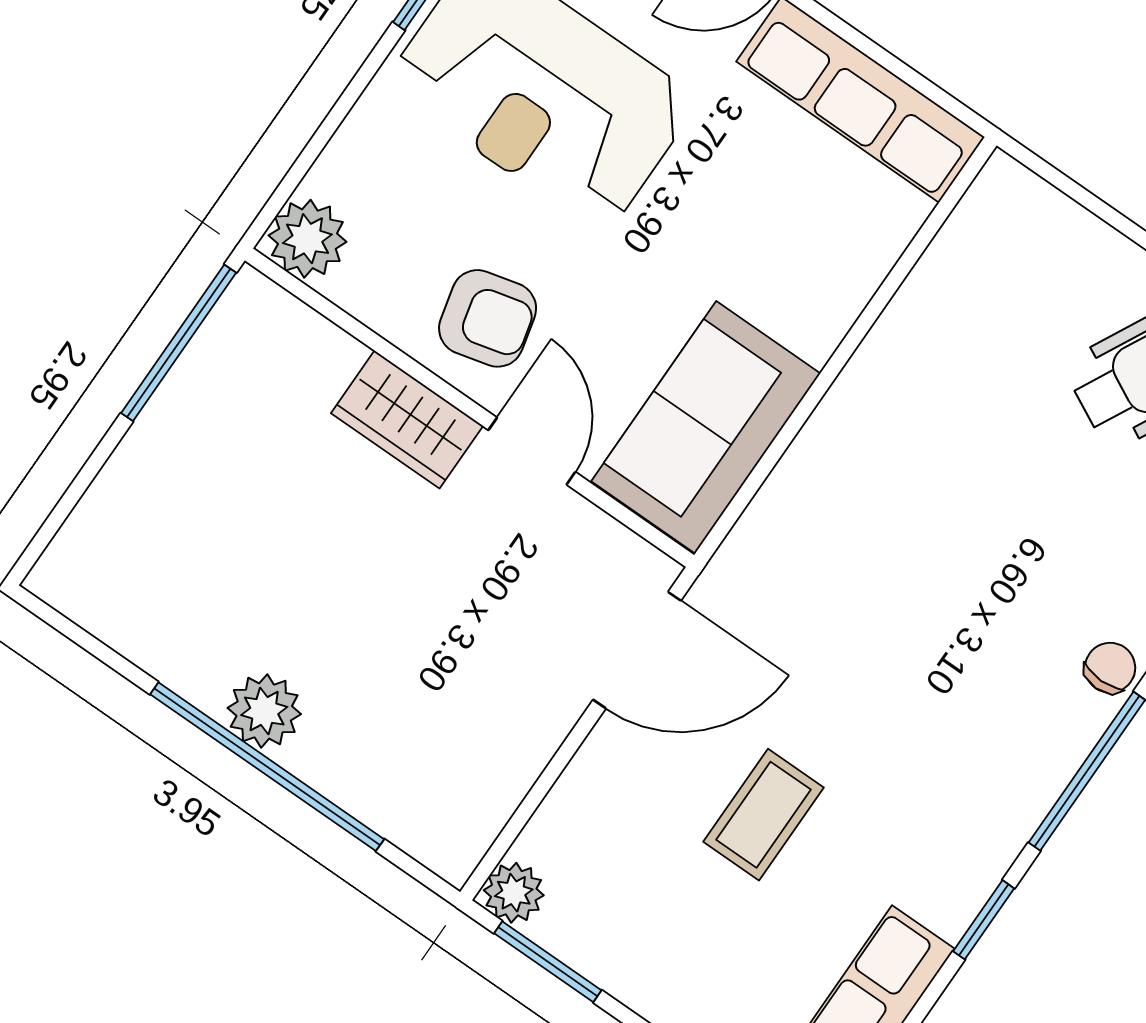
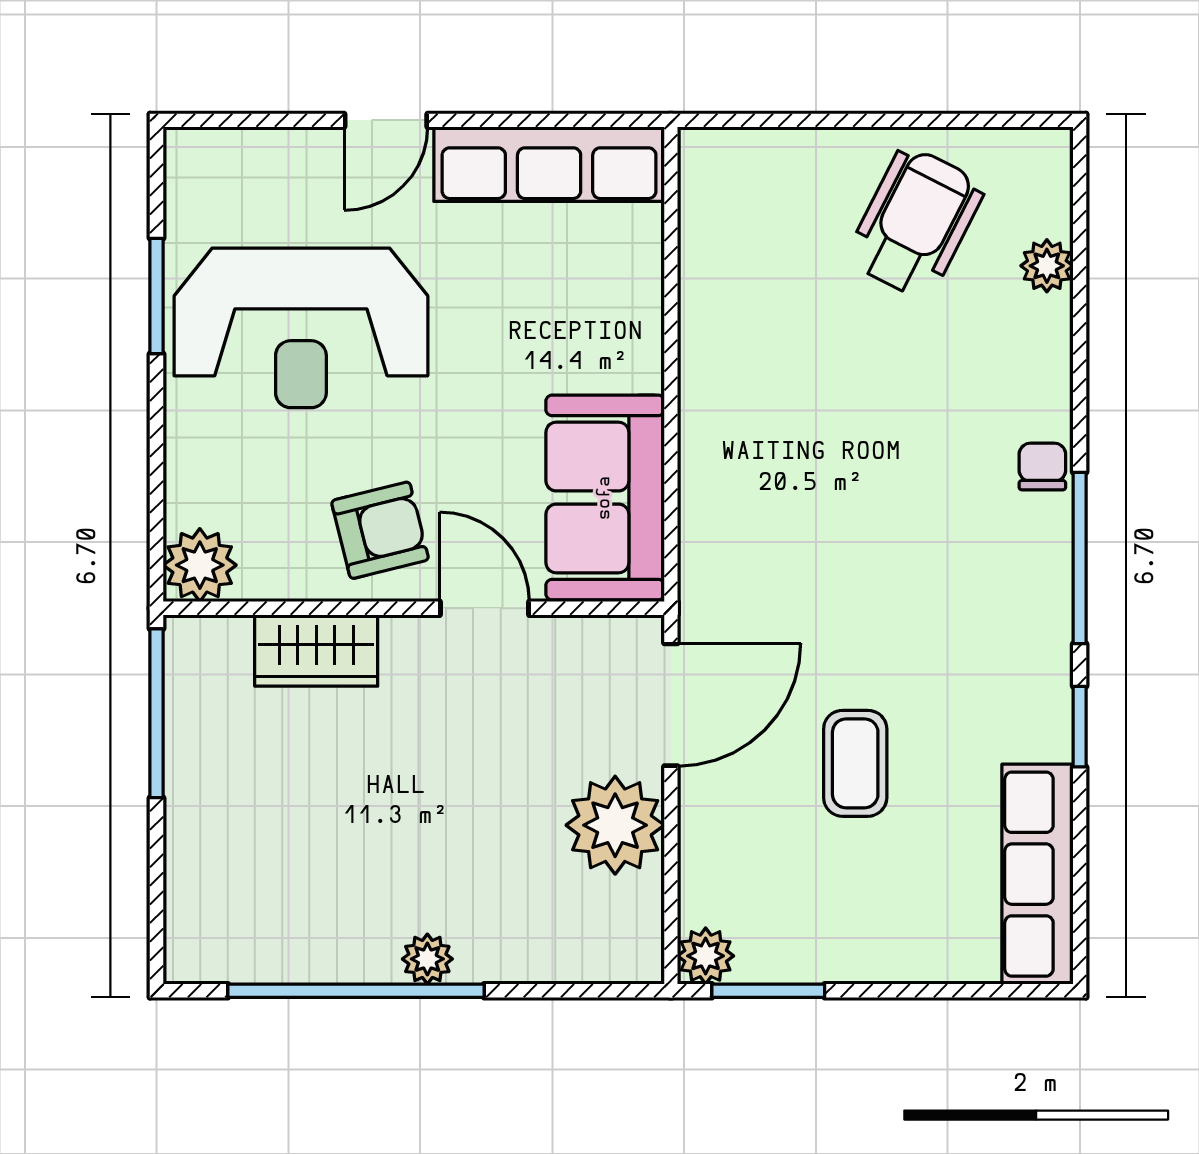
wardrobe: (407, 420) -> (316, 651), moved
plant: (264, 711) -> (427, 959), width x0.73, depth x0.73
plant: (514, 722) -> (615, 825), added
window: (267, 767) -> (356, 991), moved

